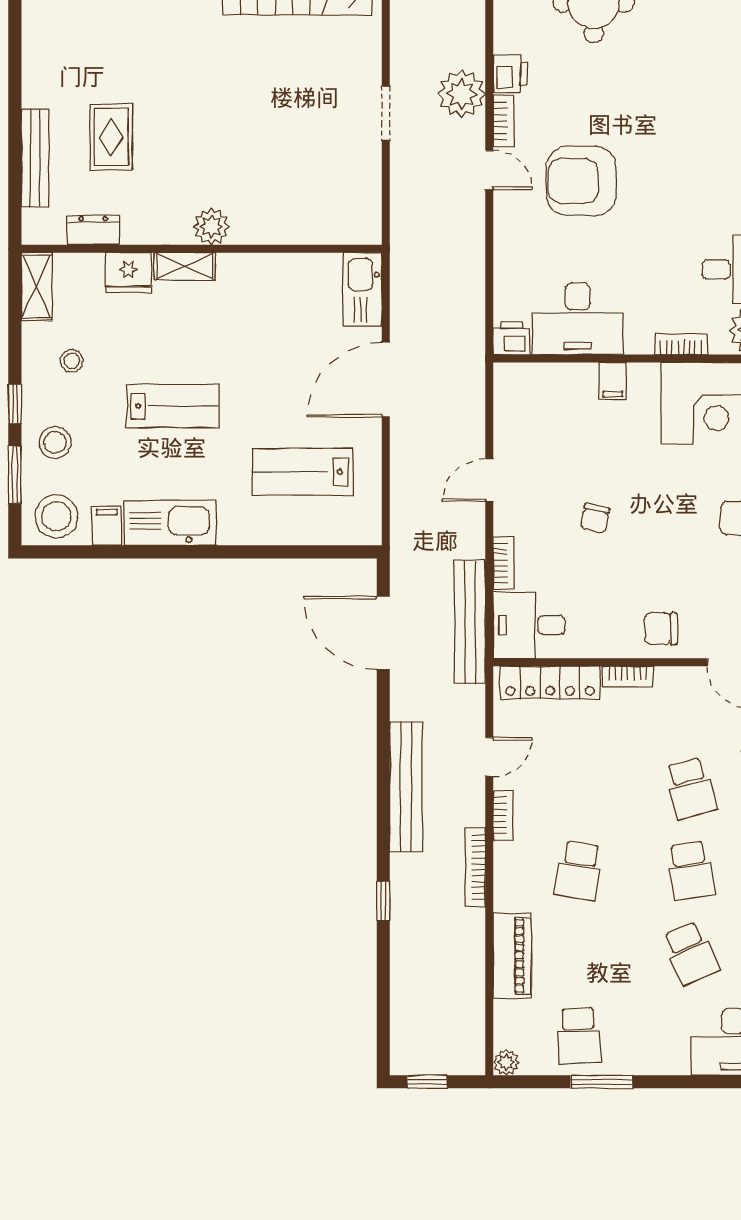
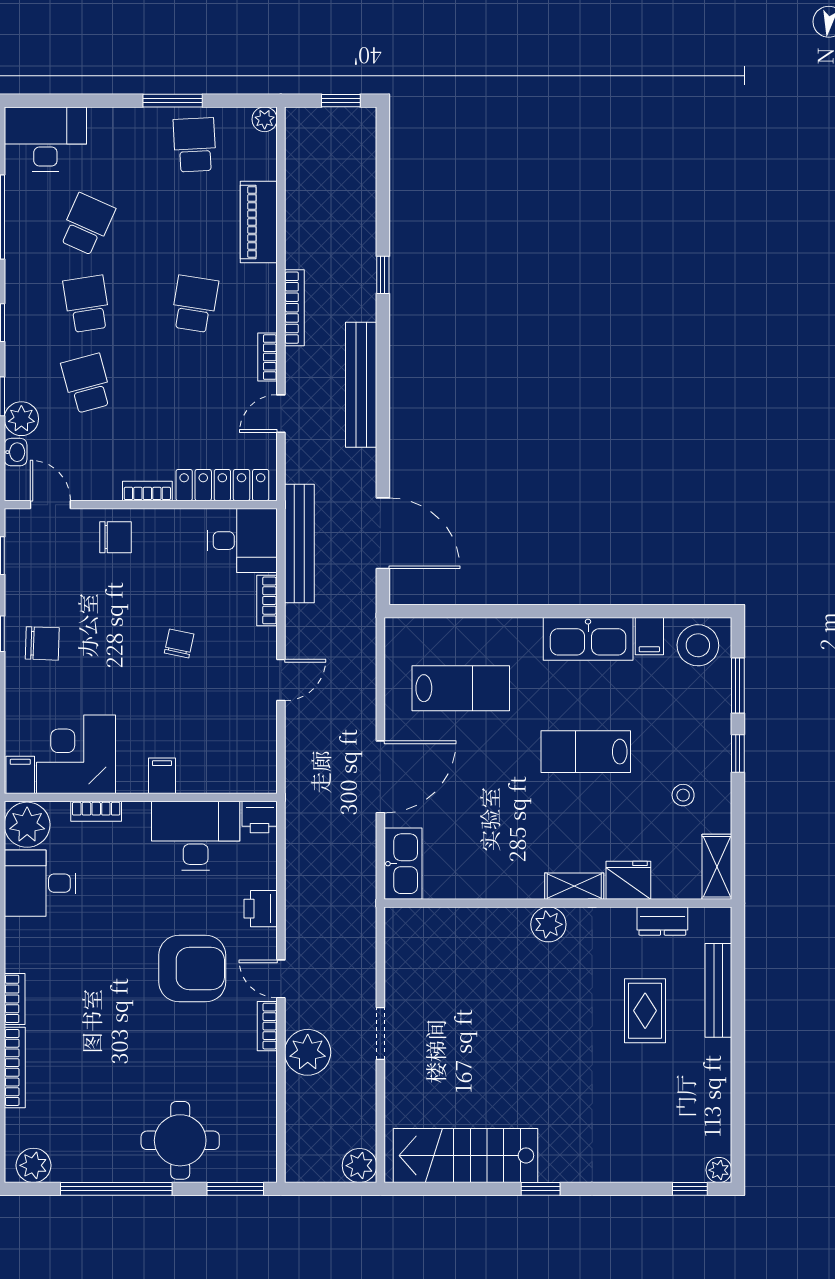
printer: (510, 74) -> (261, 909), moved
stool: (55, 442) -> (699, 717), removed
school desk: (691, 953) -> (87, 224), turned 48

